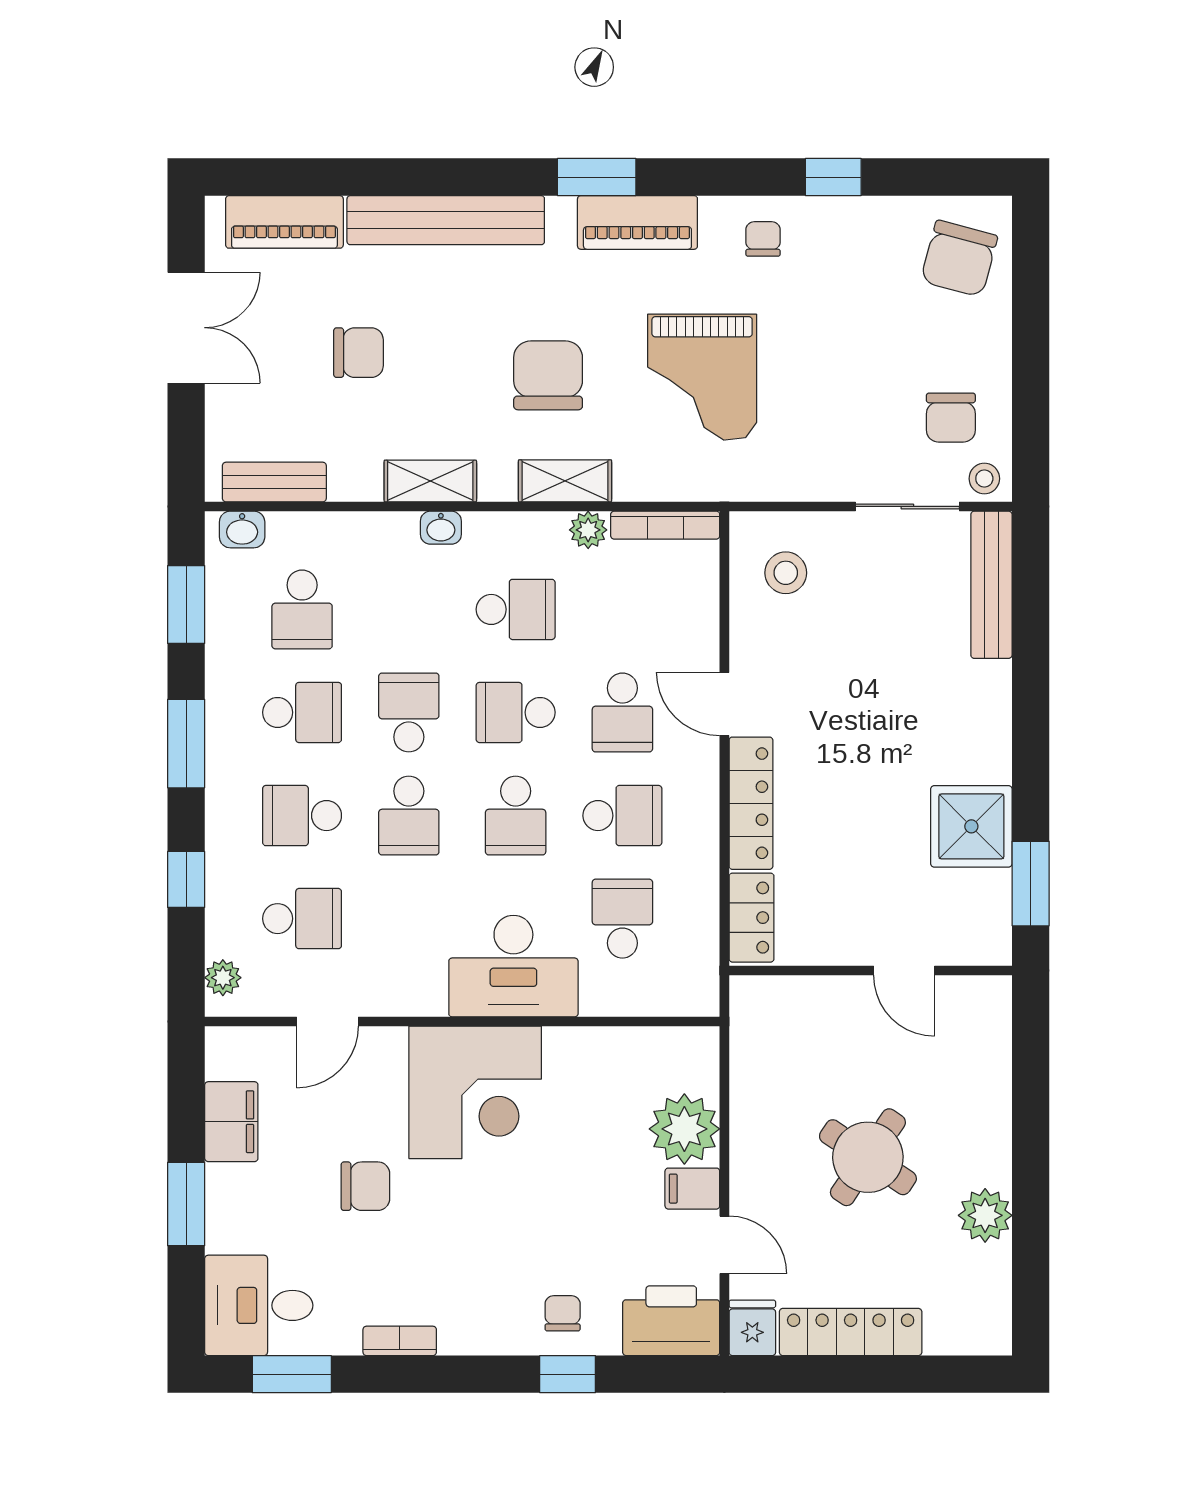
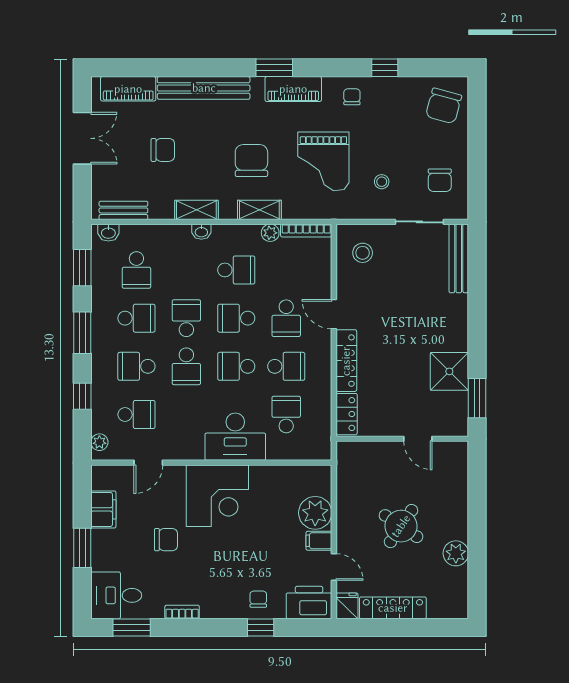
stool: (984, 479) -> (382, 182), moved
school desk: (516, 816) -> (236, 366), turned 90

